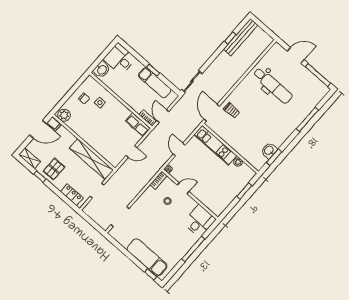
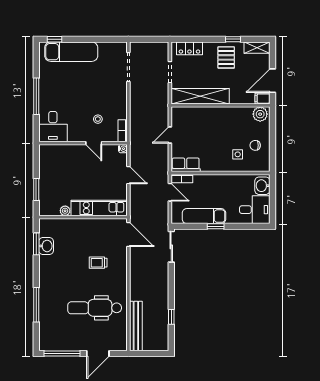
bench: (241, 37) -> (136, 326), moved
trolley: (232, 110) -> (98, 263), moved
door: (183, 188) -> (94, 143), hinge flipped

